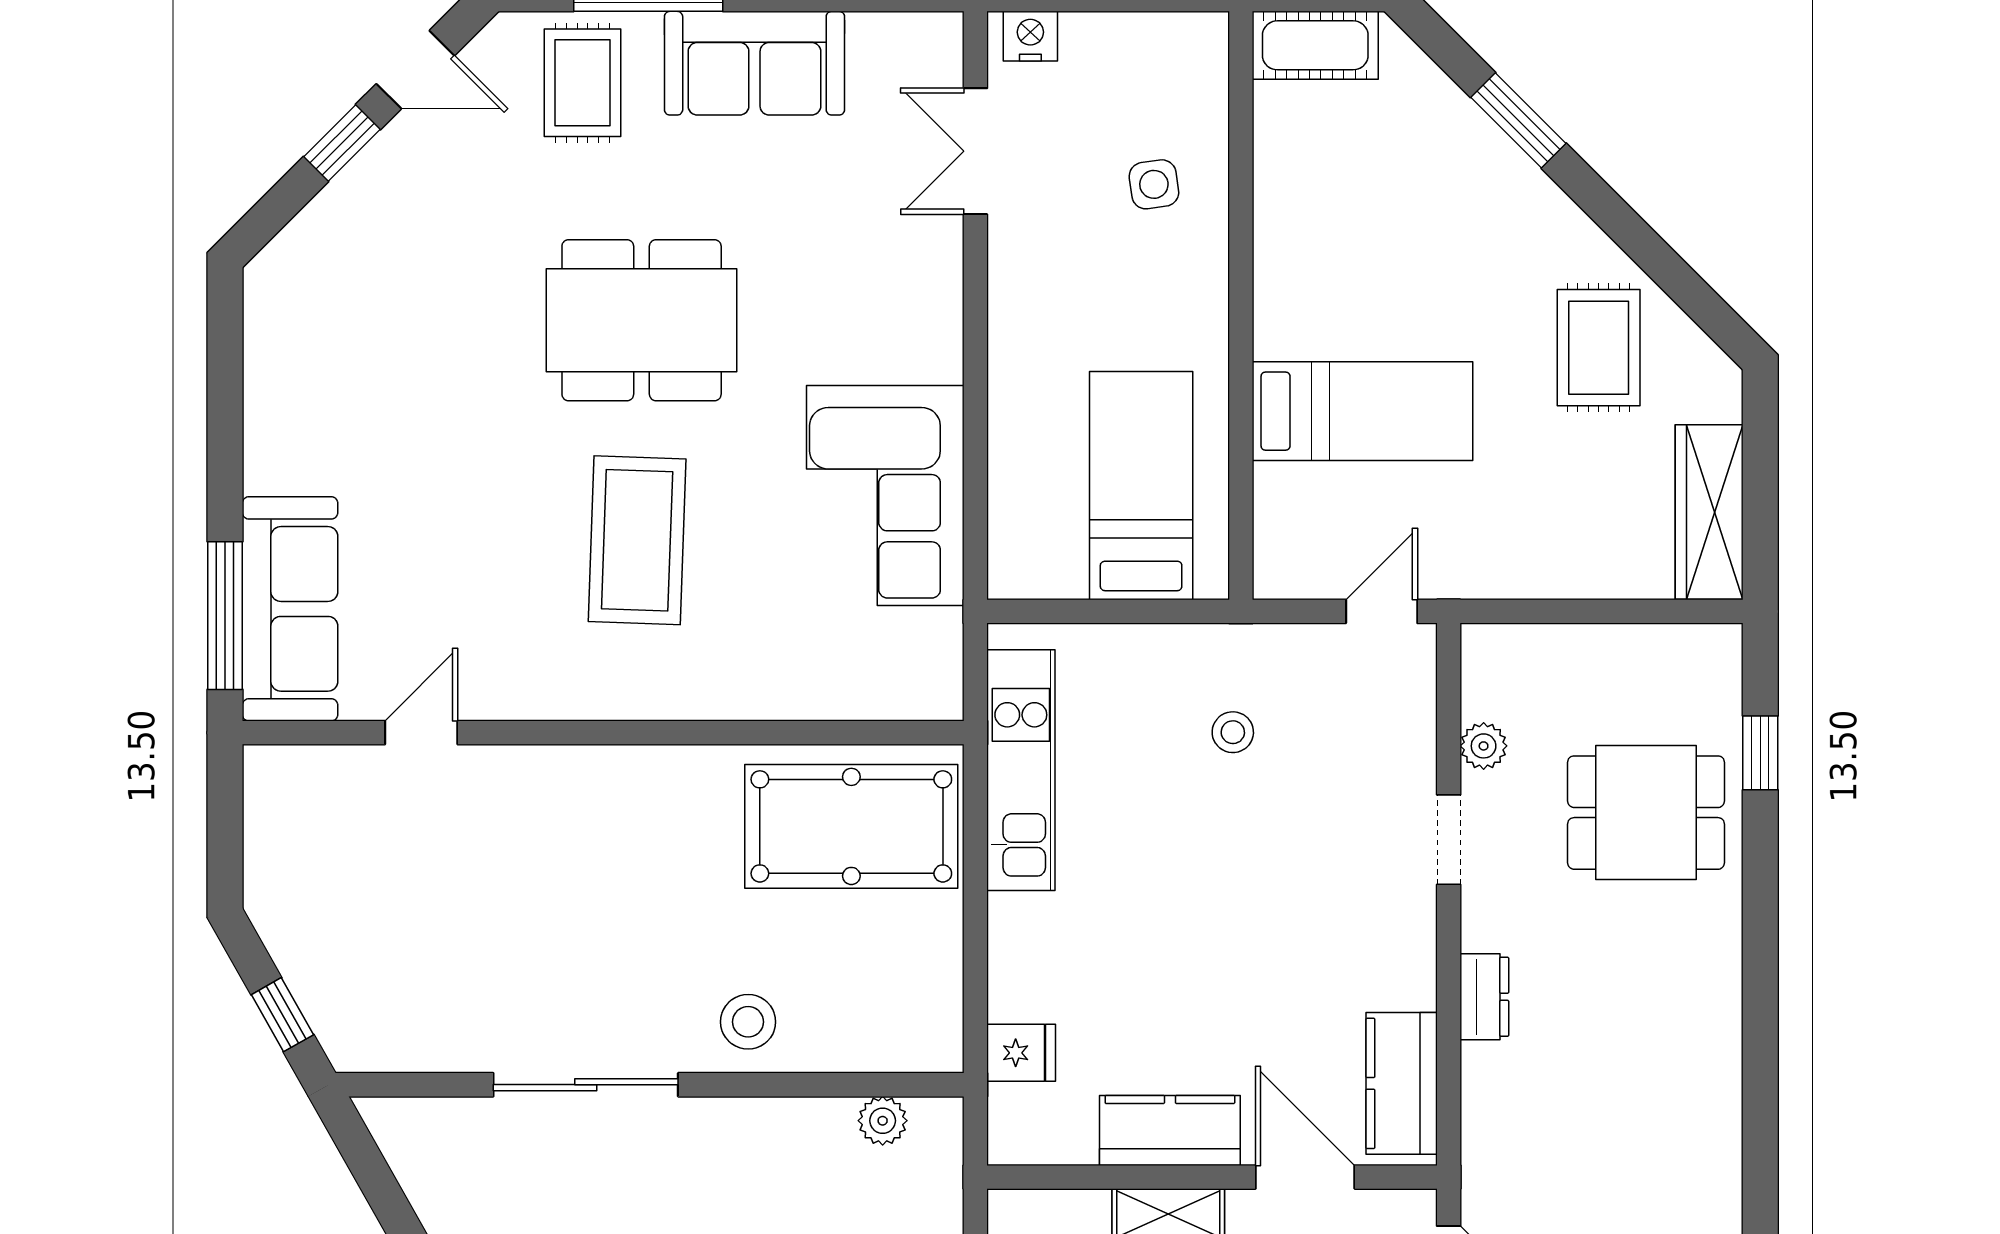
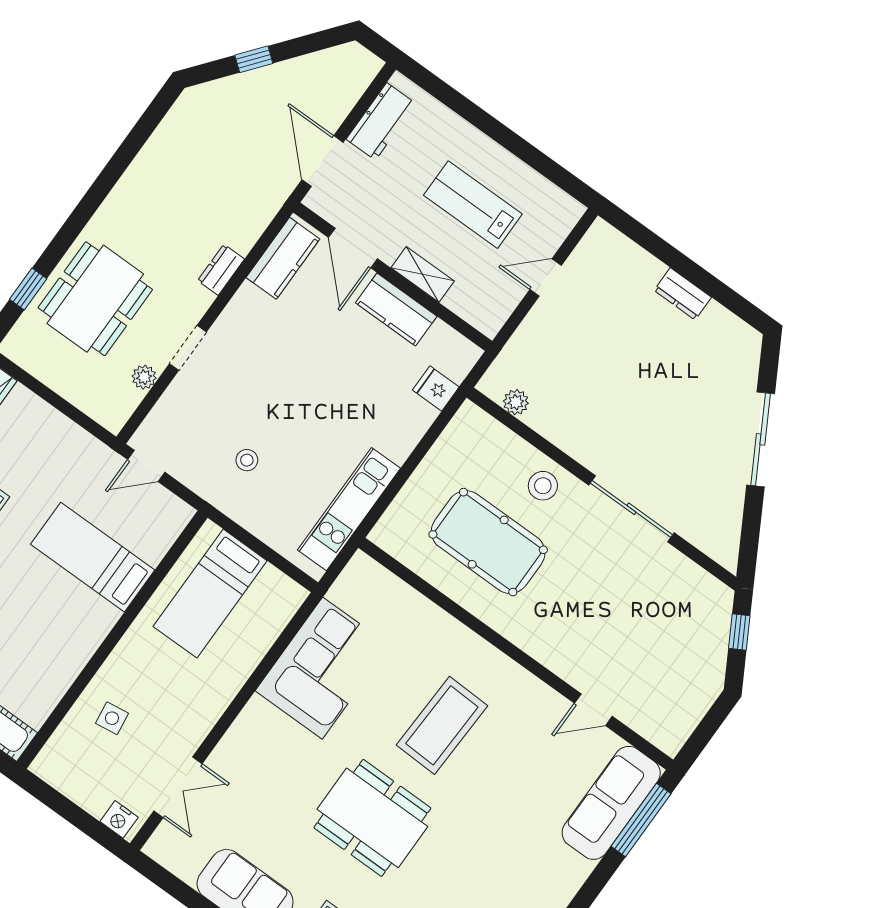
dining table: (1646, 813) -> (95, 299), width x1.38
pool table: (851, 826) -> (488, 542), moved

